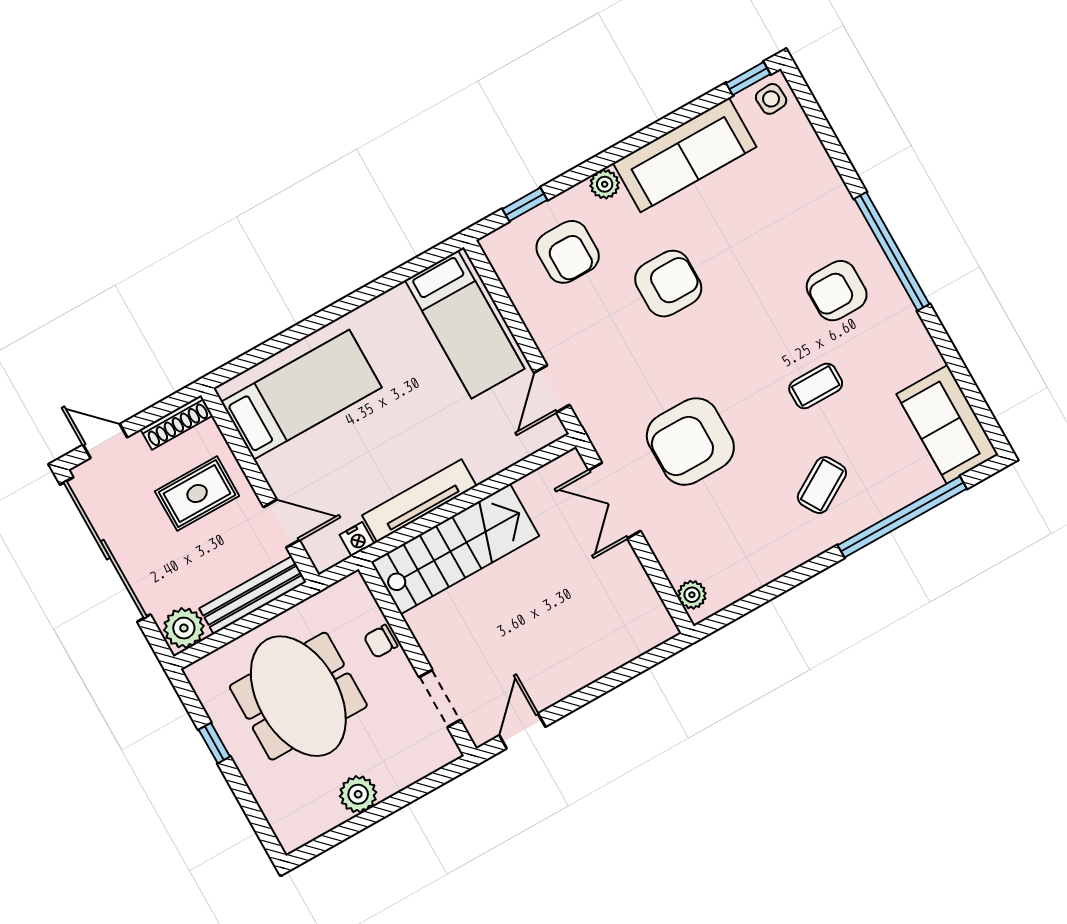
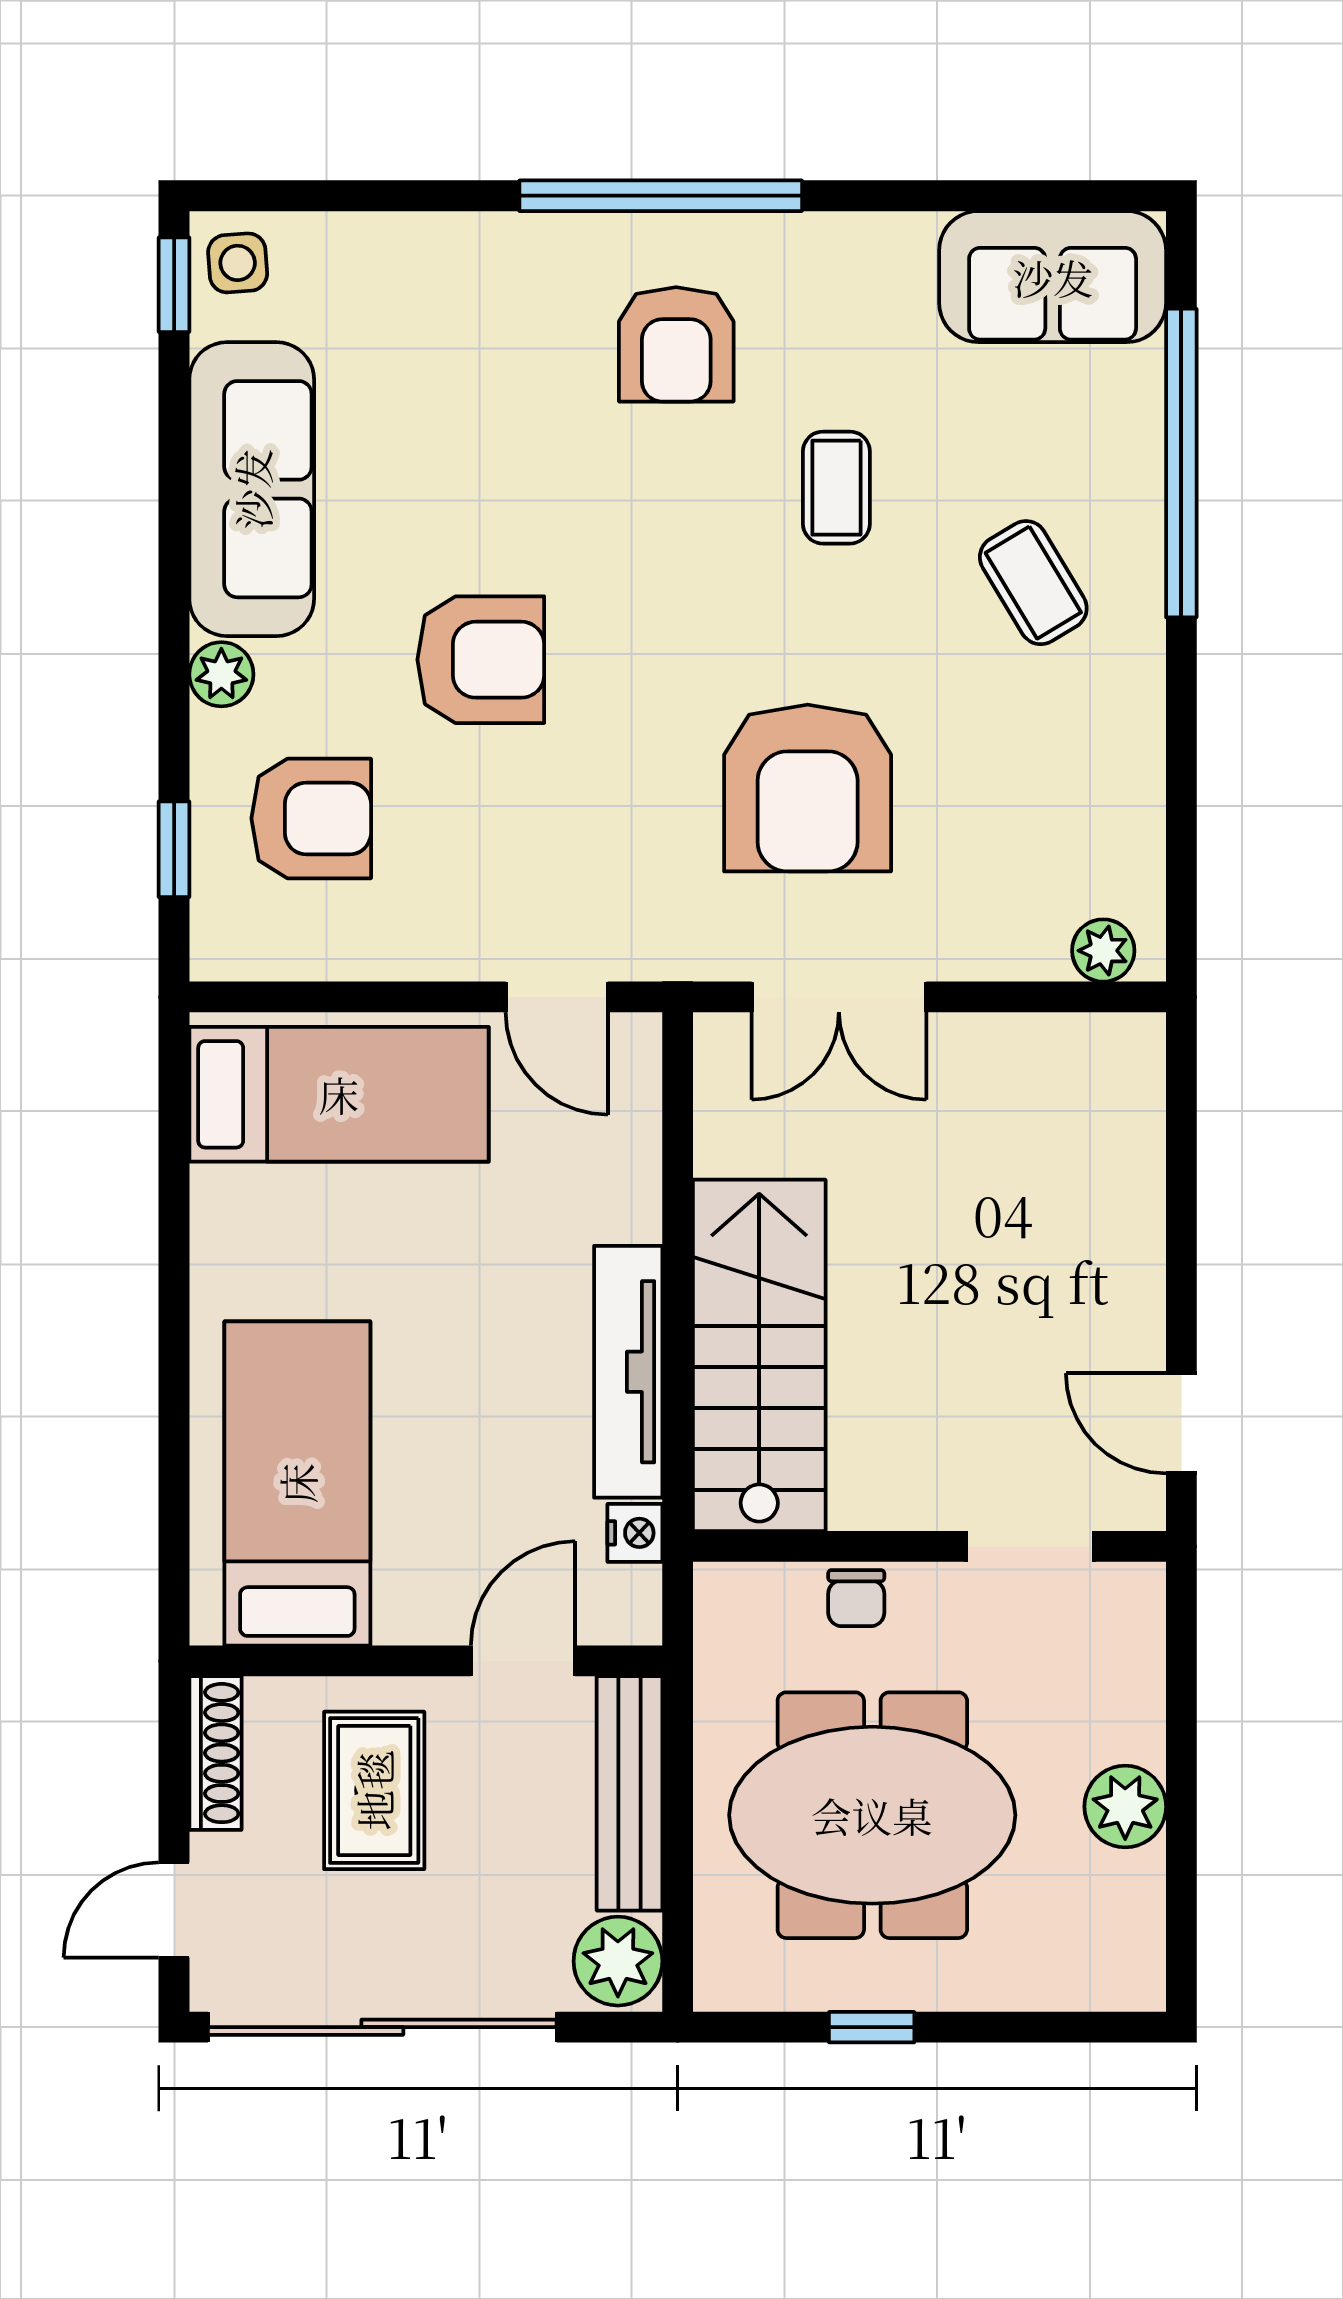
armchair: (668, 284) -> (481, 660), turned 90

